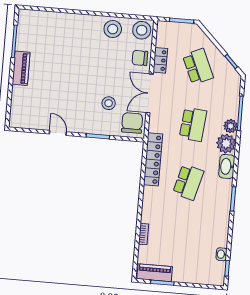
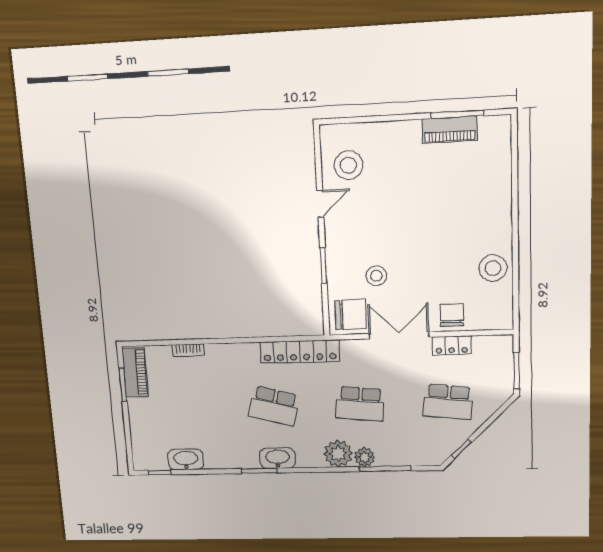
stool: (142, 30) -> (348, 165), moved
school desk: (198, 67) -> (448, 402), turned 30
piano: (21, 68) -> (450, 130), moved
washbasin: (227, 166) -> (277, 458), moved
washbasin: (222, 254) -> (186, 460), width x1.91, depth x1.45

